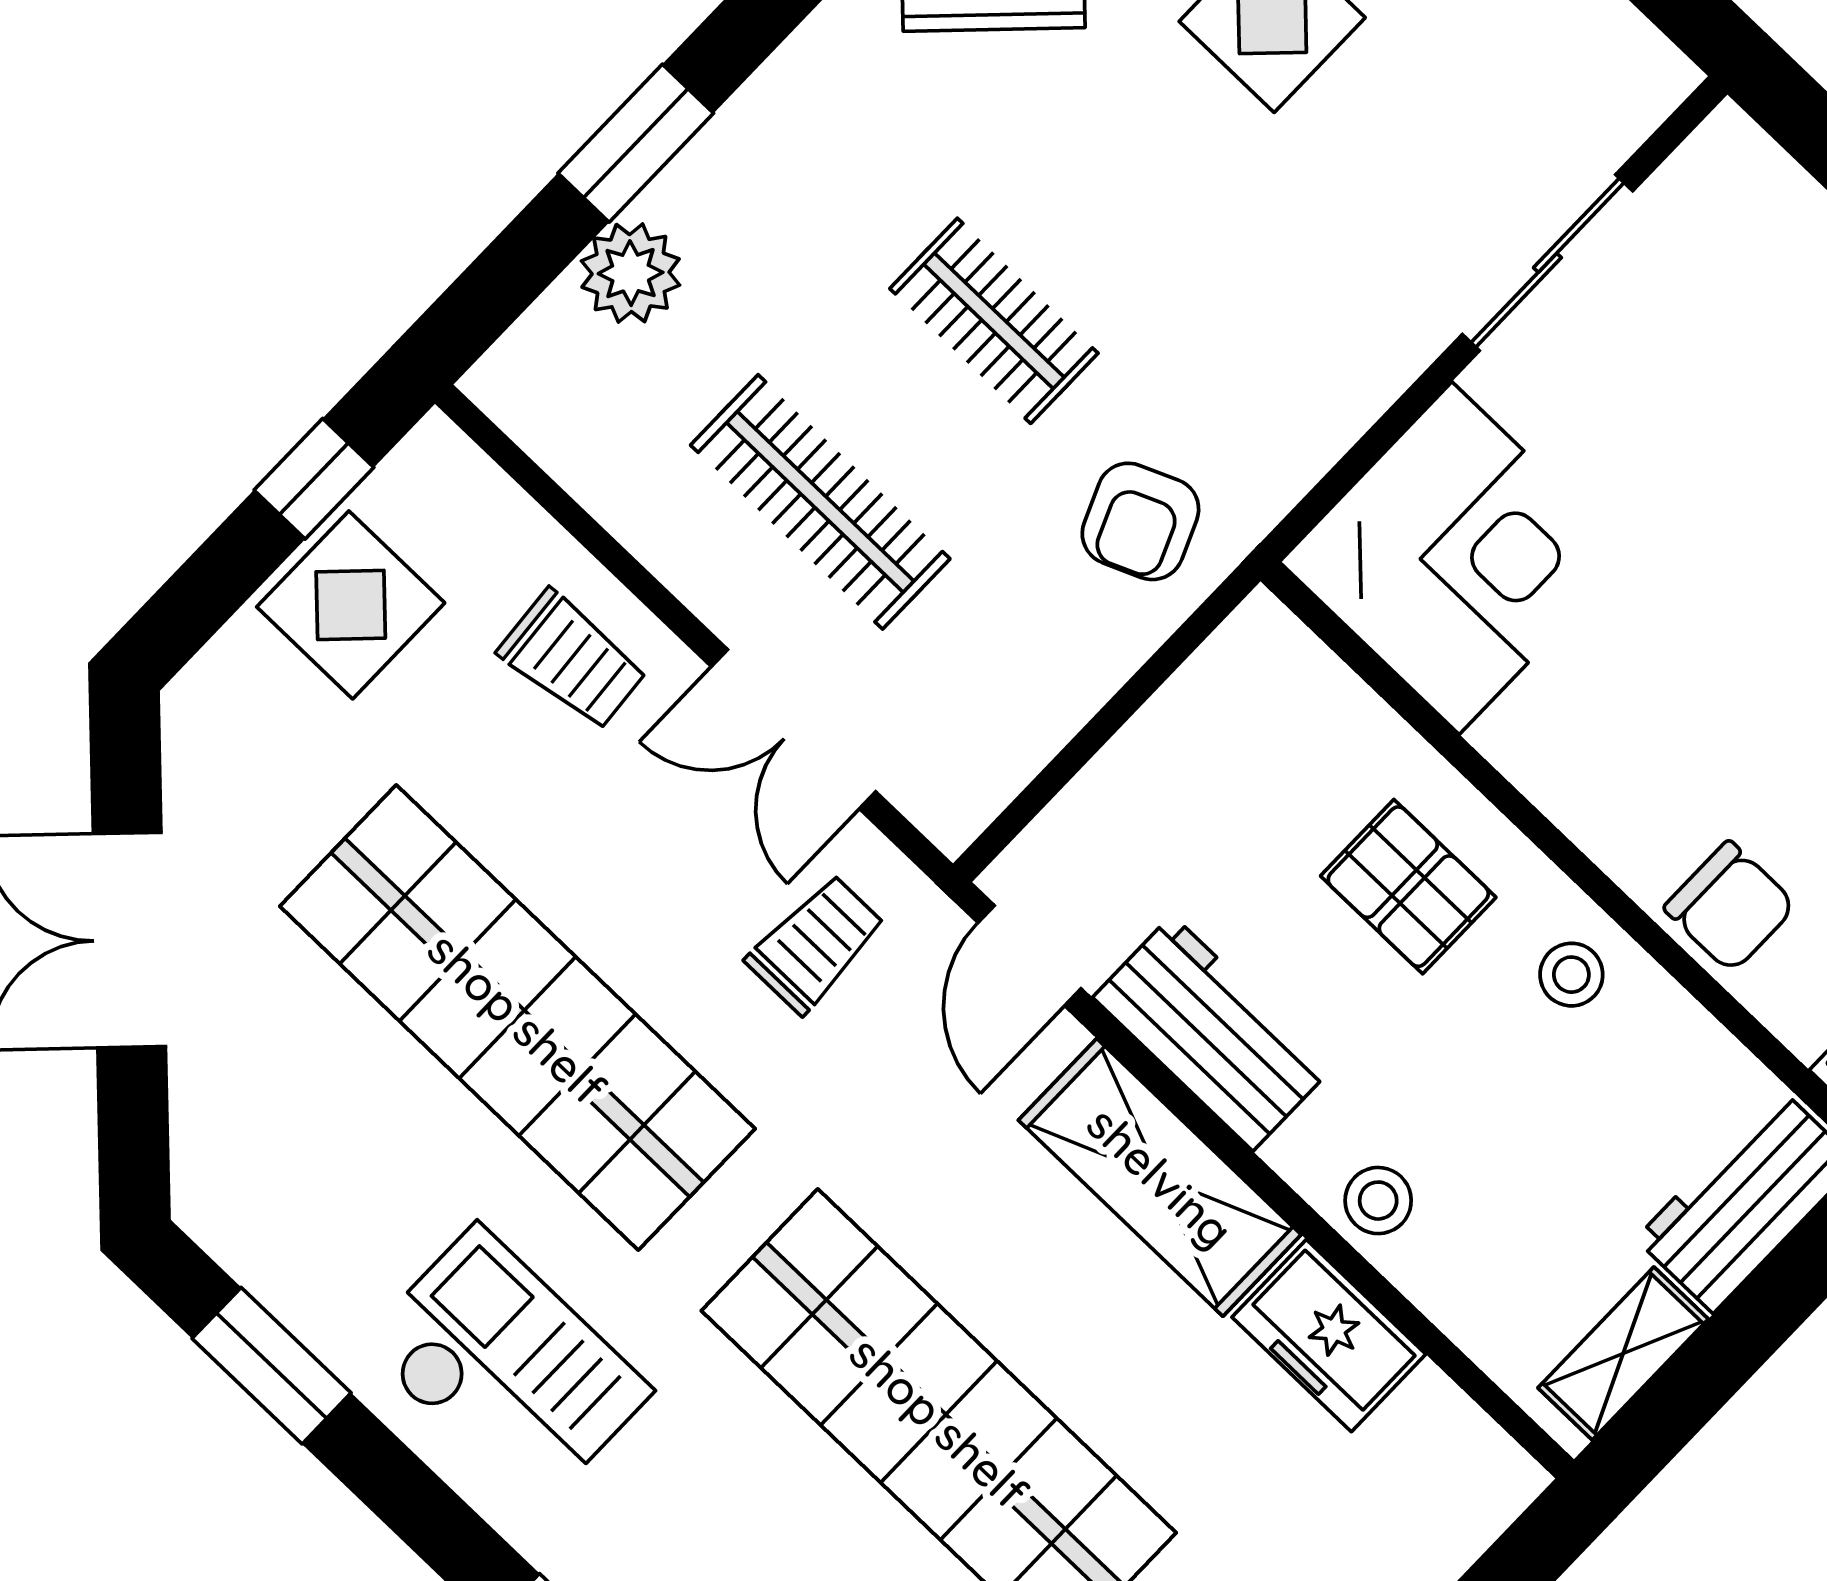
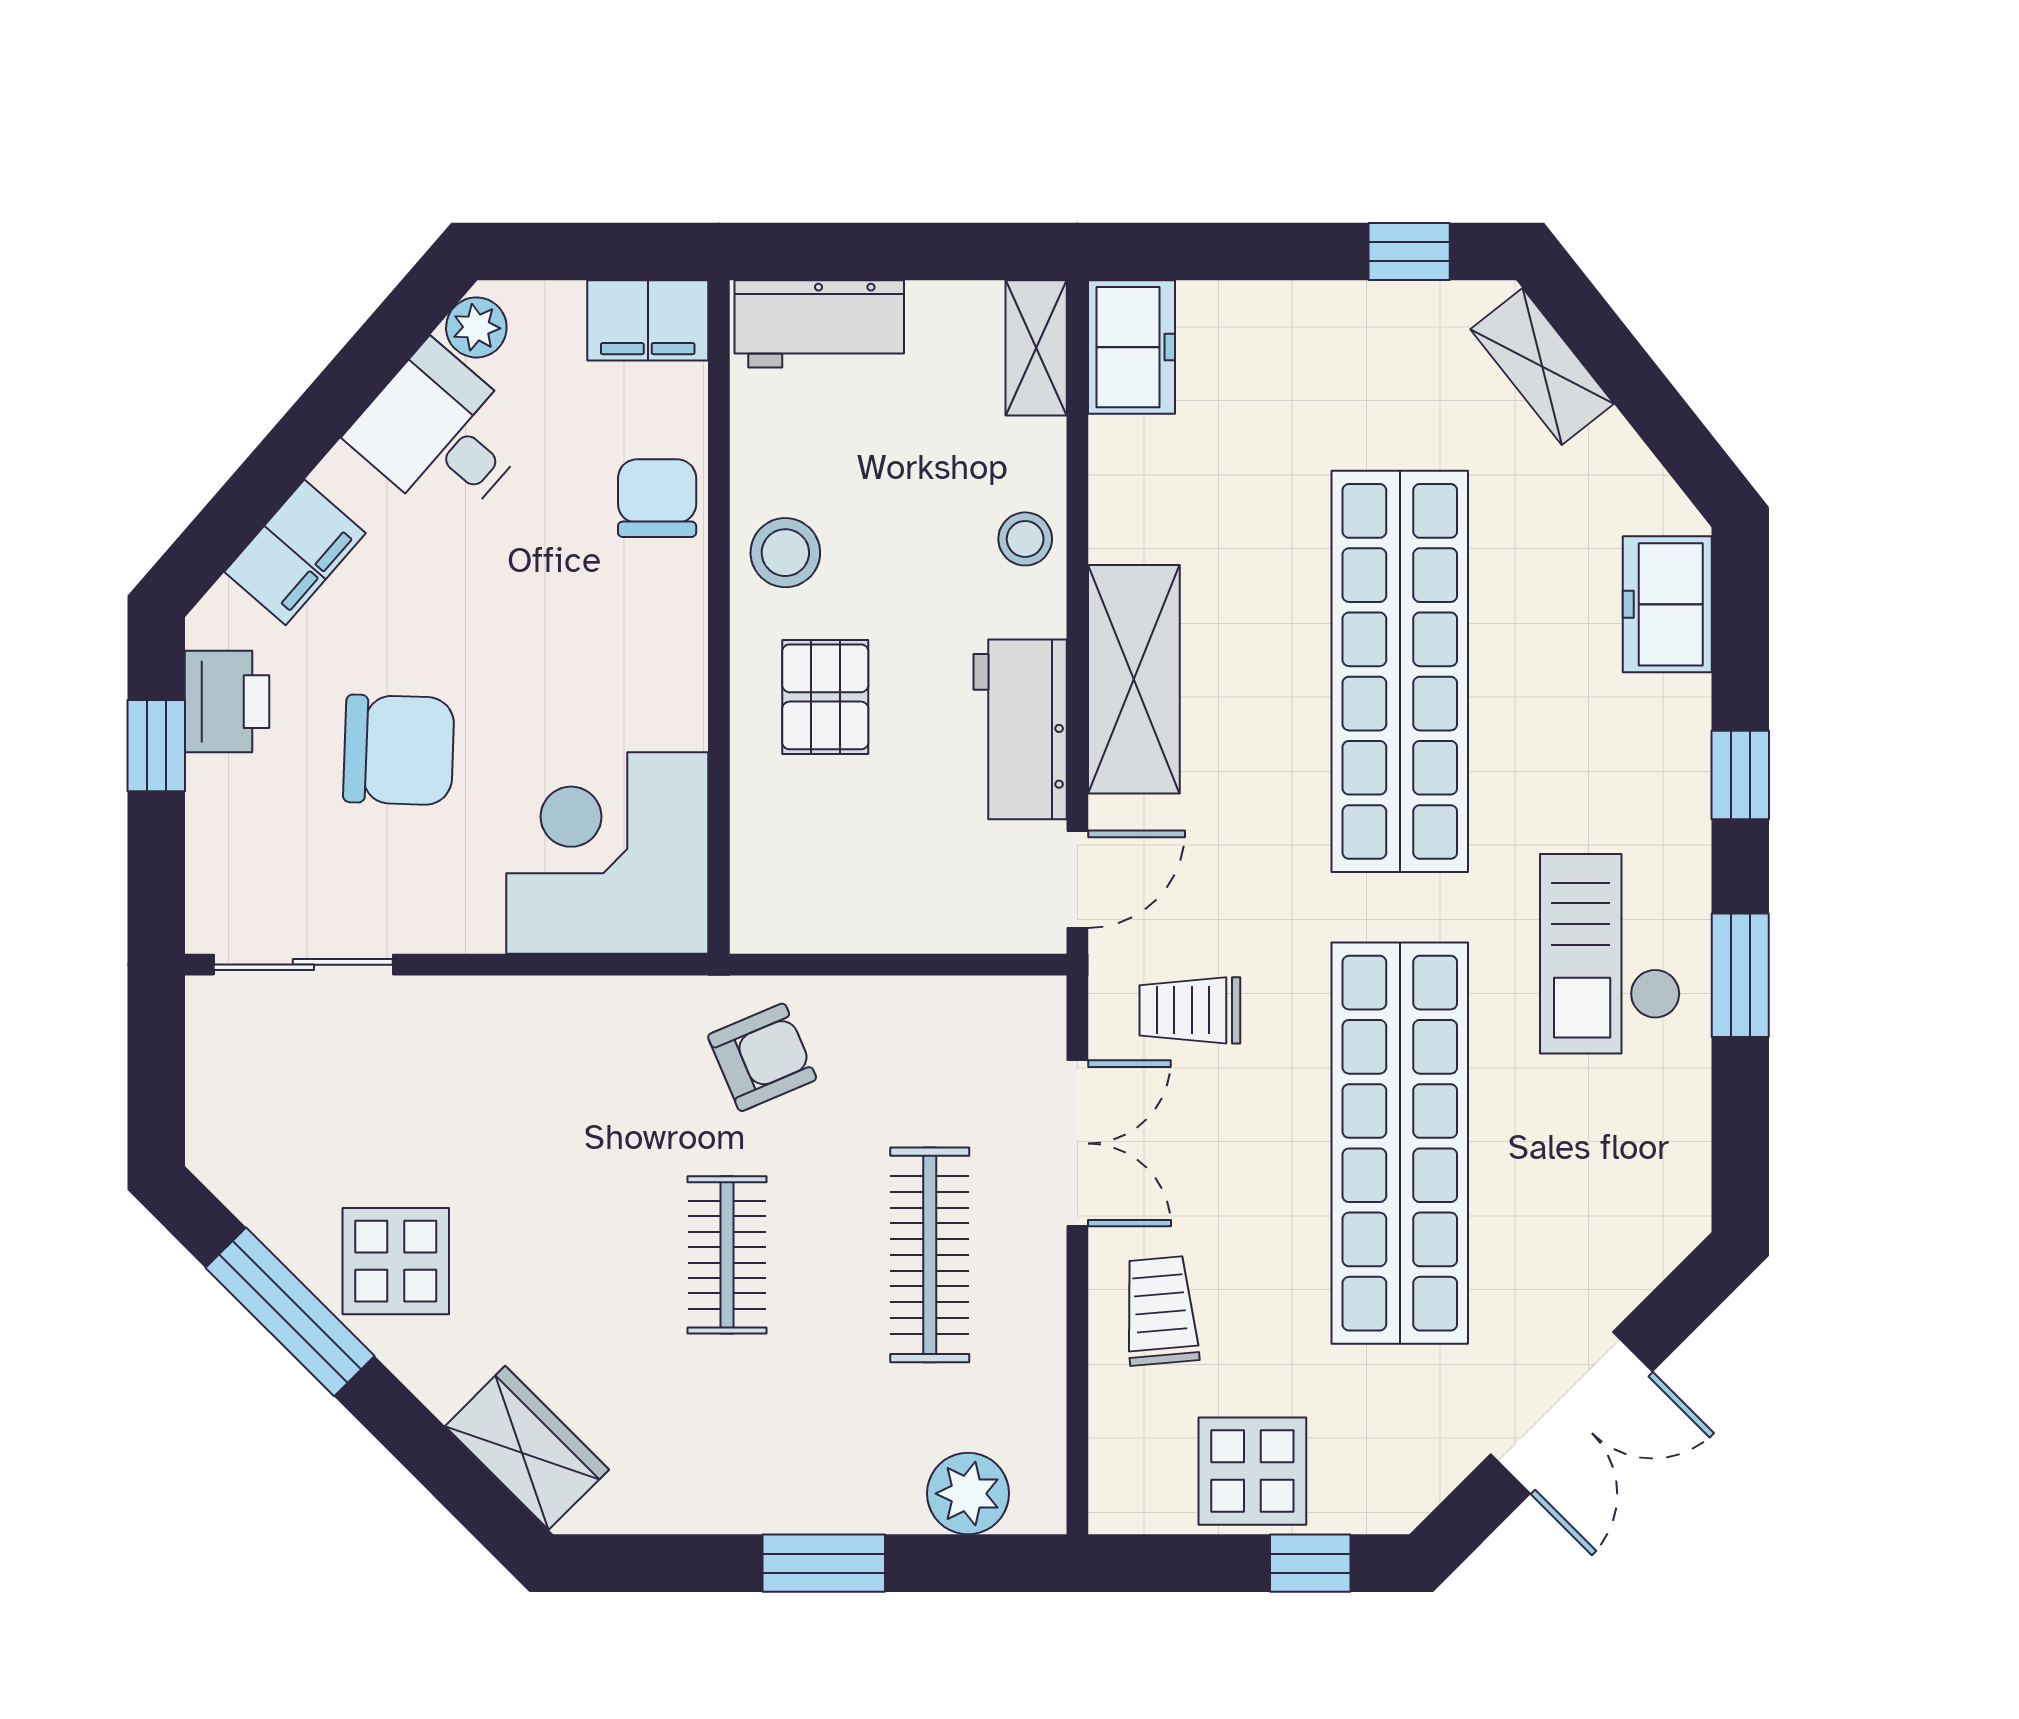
sliding door: (1547, 263) -> (303, 965), moved
plant: (631, 273) -> (968, 1494), moved
chair: (1726, 460) -> (399, 750), added
window: (314, 479) -> (1310, 1563), moved
stool: (1571, 975) -> (785, 553), width x1.37, depth x1.37
freezer: (1329, 1336) -> (1131, 347), moved
shelving: (1623, 1353) -> (1036, 348), moved, turned 90
window: (272, 1366) -> (1740, 975), moved

